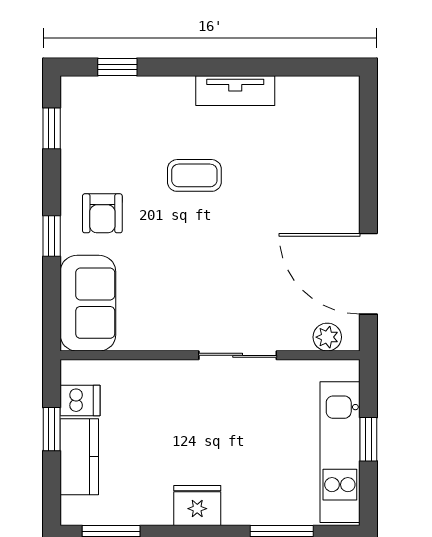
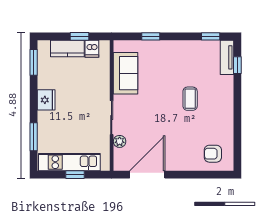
tv unit: (235, 91) -> (227, 57), moved
armchair: (102, 213) -> (213, 154), moved
window: (52, 236) -> (151, 36), moved
sofa: (88, 303) -> (126, 73), moved, turned -90
plant: (327, 337) -> (120, 141), moved

